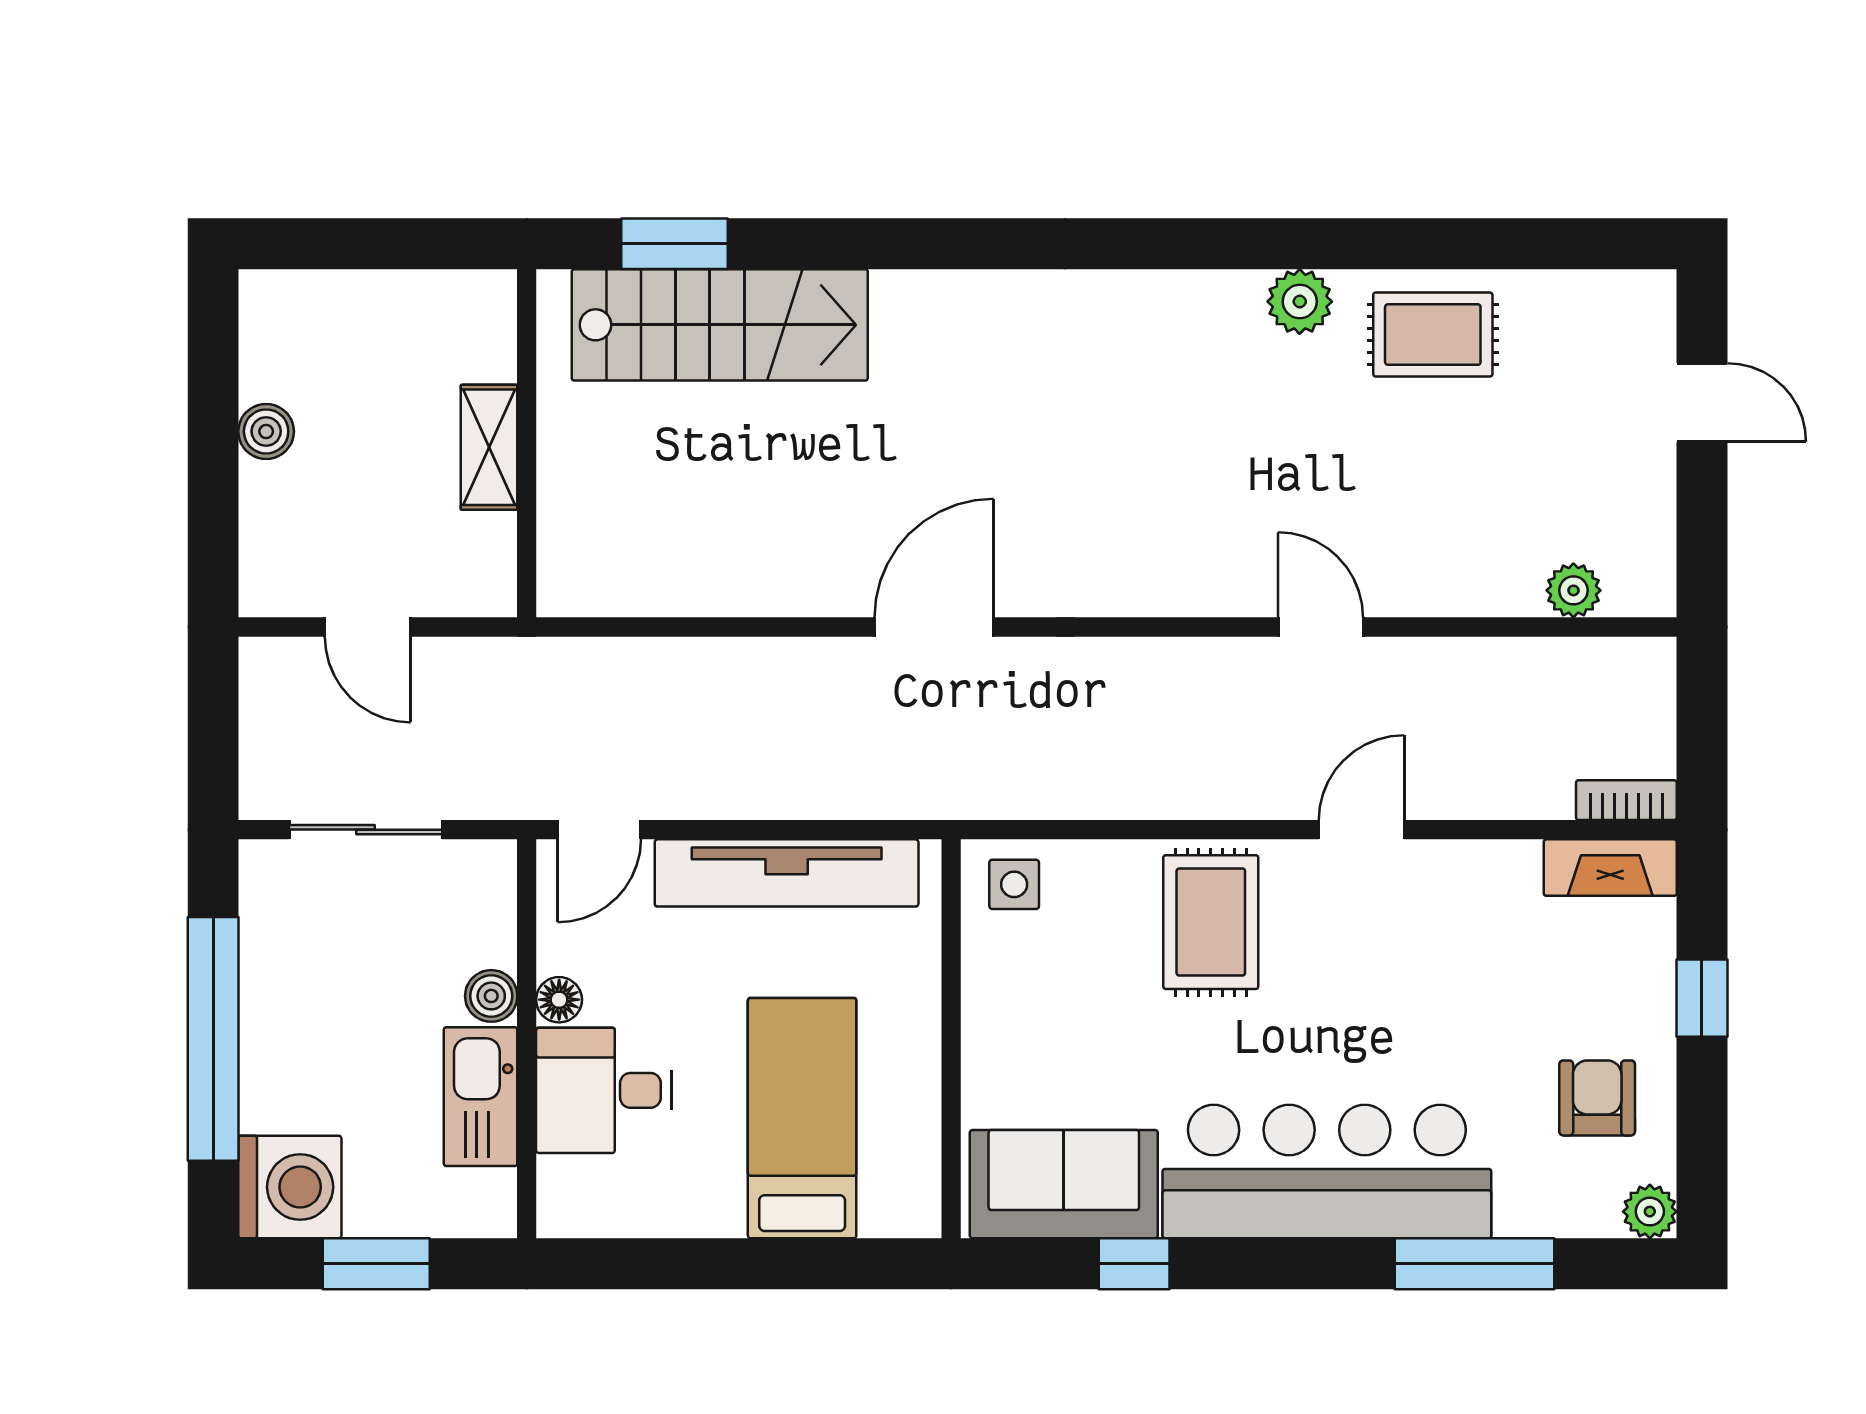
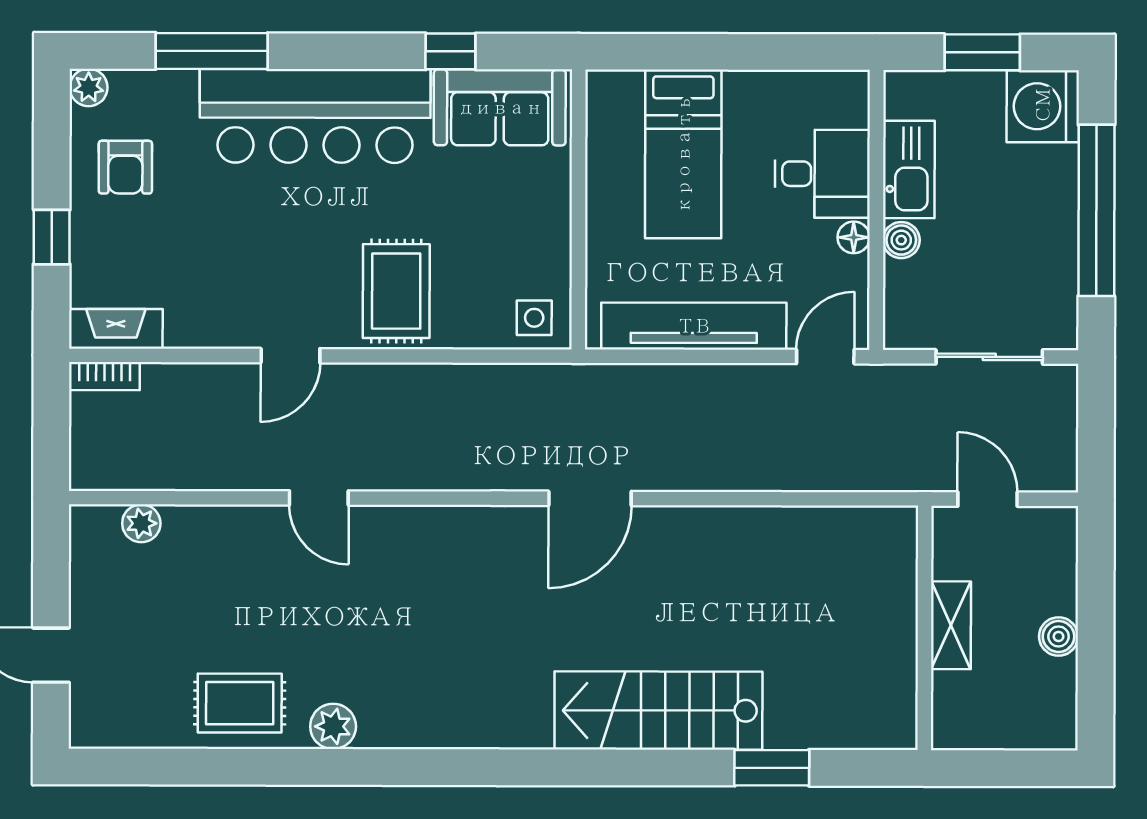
stairs: (720, 325) -> (658, 711), moved
wall: (527, 443) -> (925, 628), moved
shelving: (489, 447) -> (951, 625), moved

